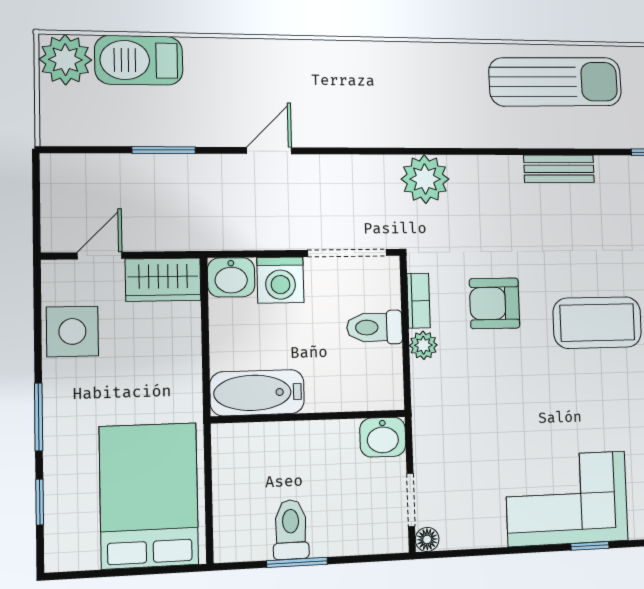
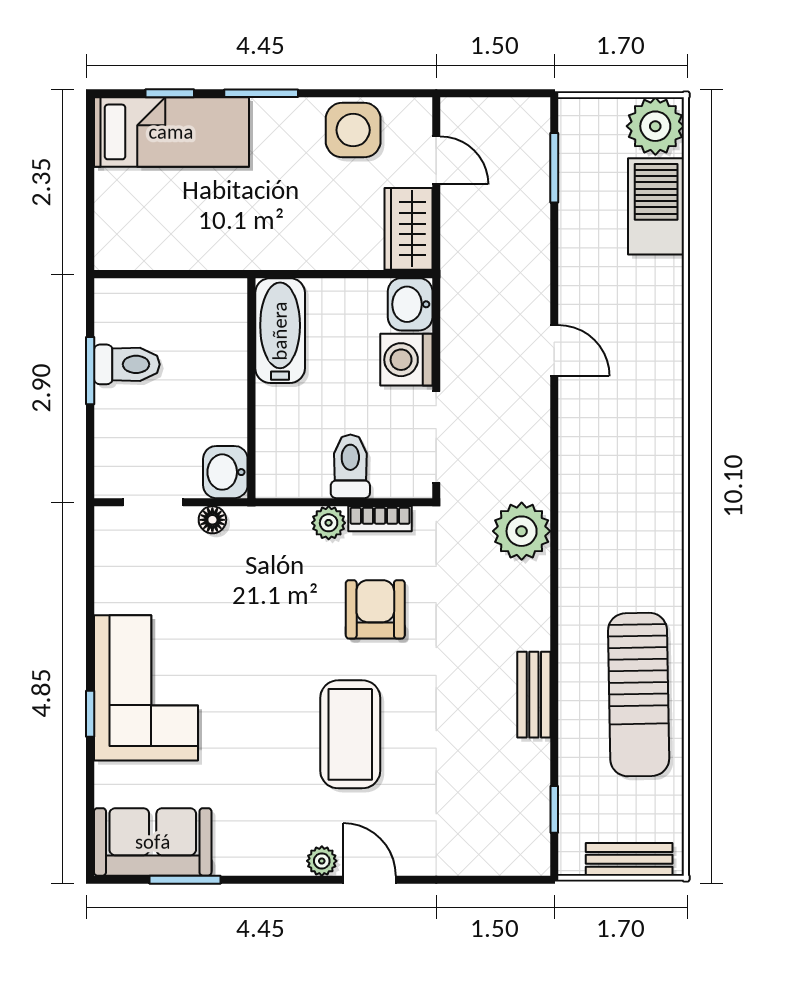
window: (164, 150) -> (554, 168), moved
bed: (149, 496) -> (171, 132), moved, width x0.67
floor lamp: (427, 539) -> (212, 520), moved

